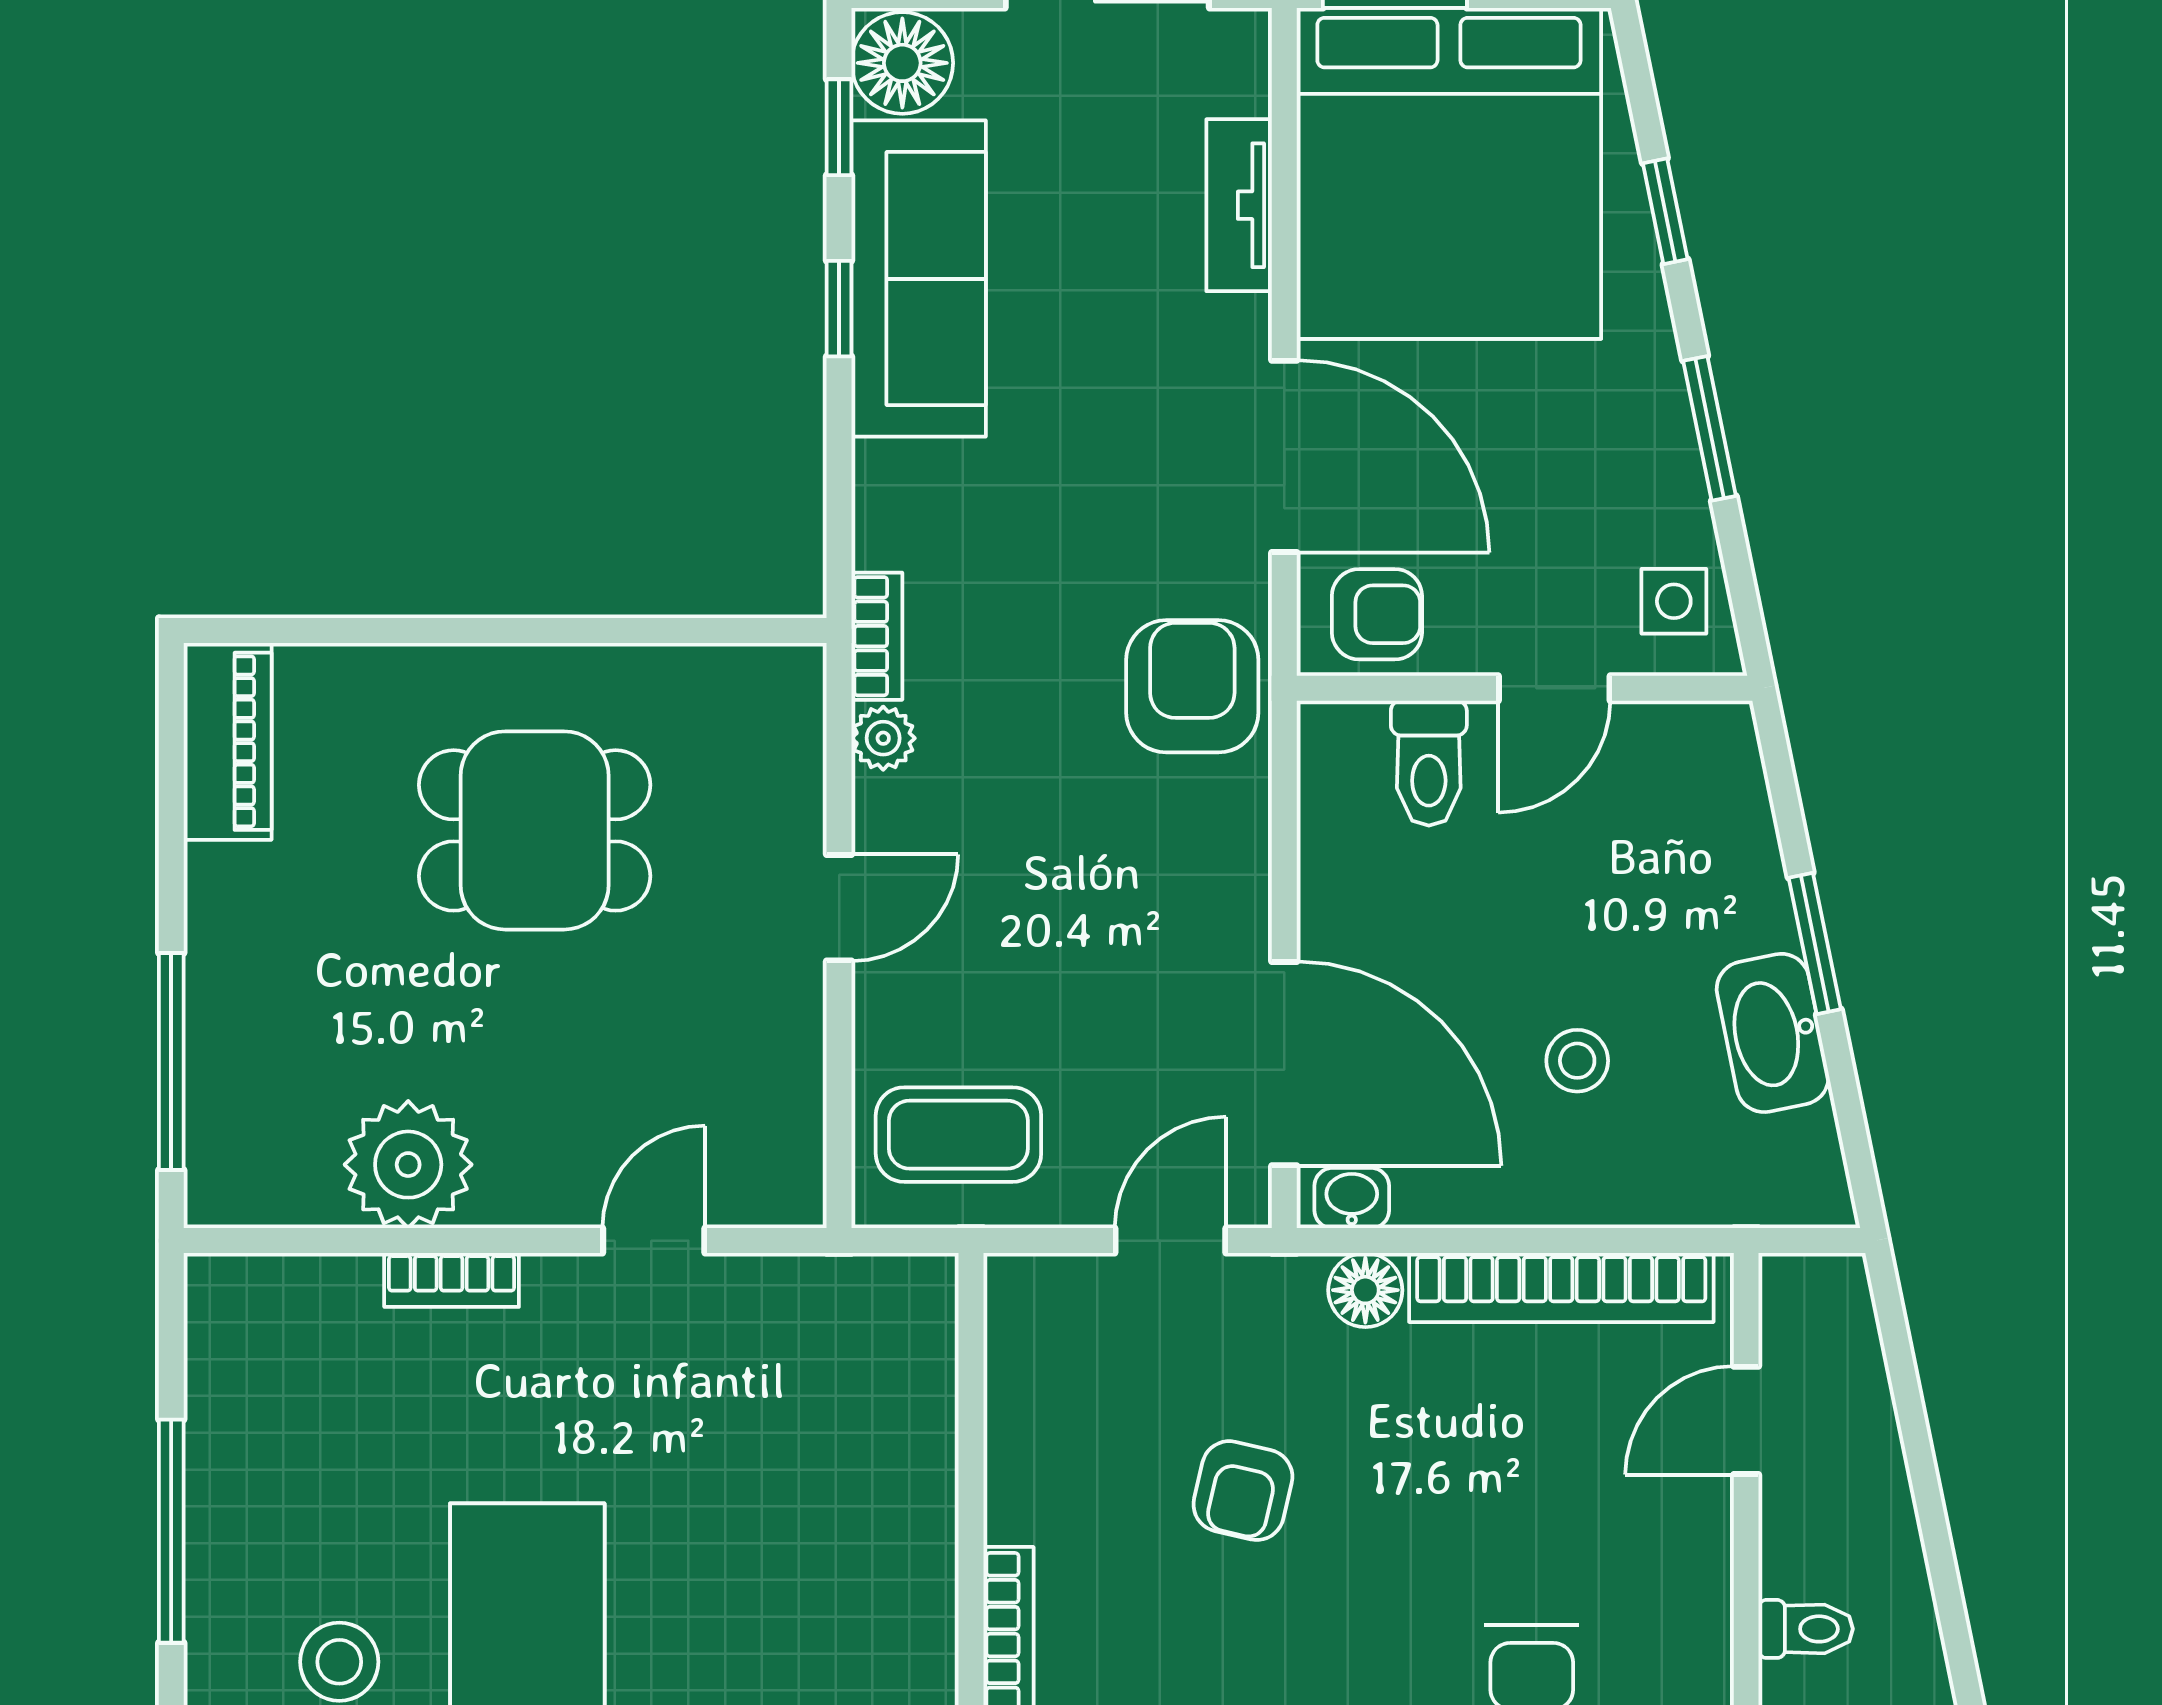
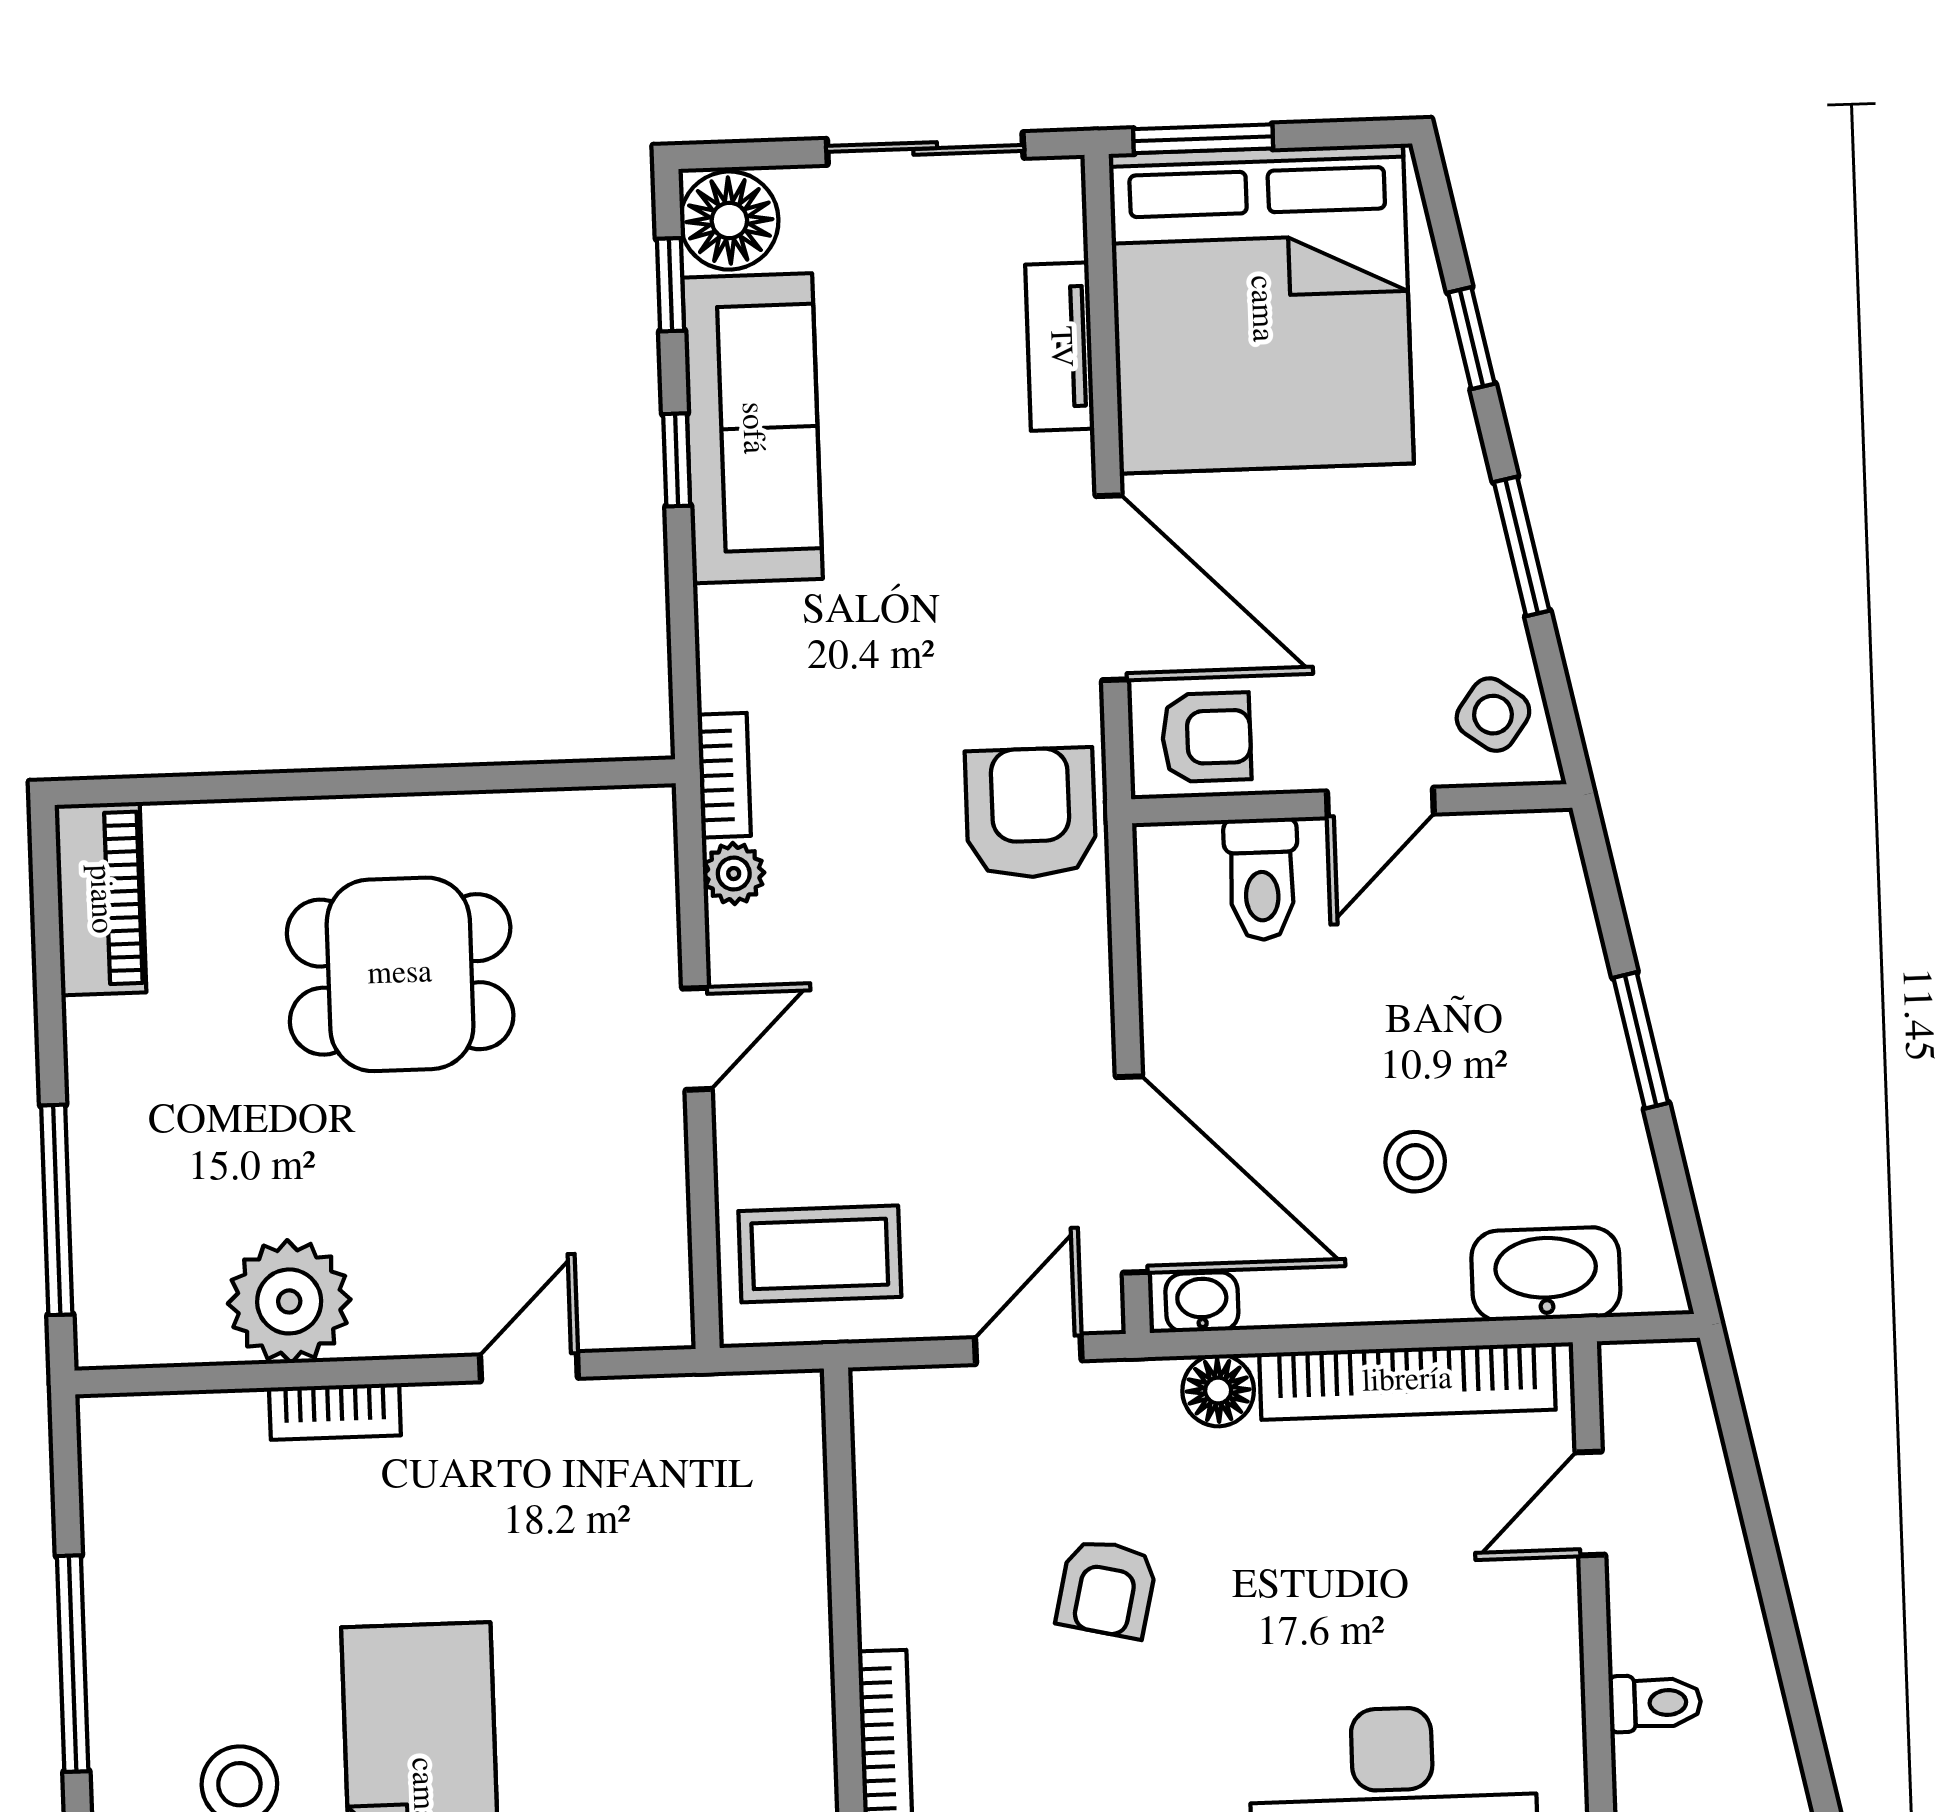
side table: (1674, 601) -> (1493, 715), turned 36
washbasin: (1773, 1033) -> (1546, 1274), moved, turned 102

